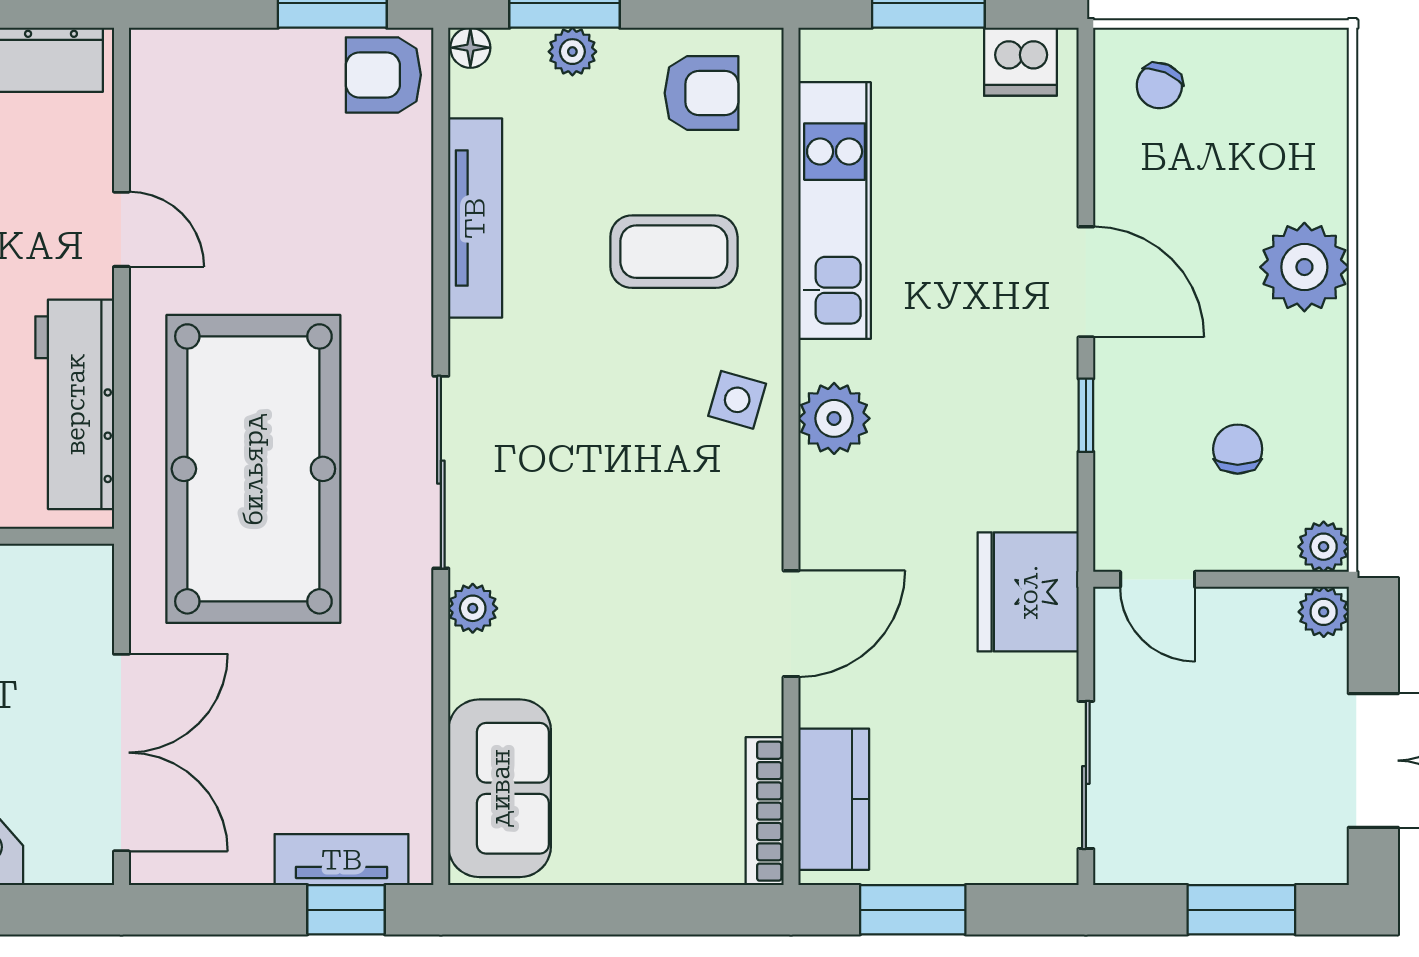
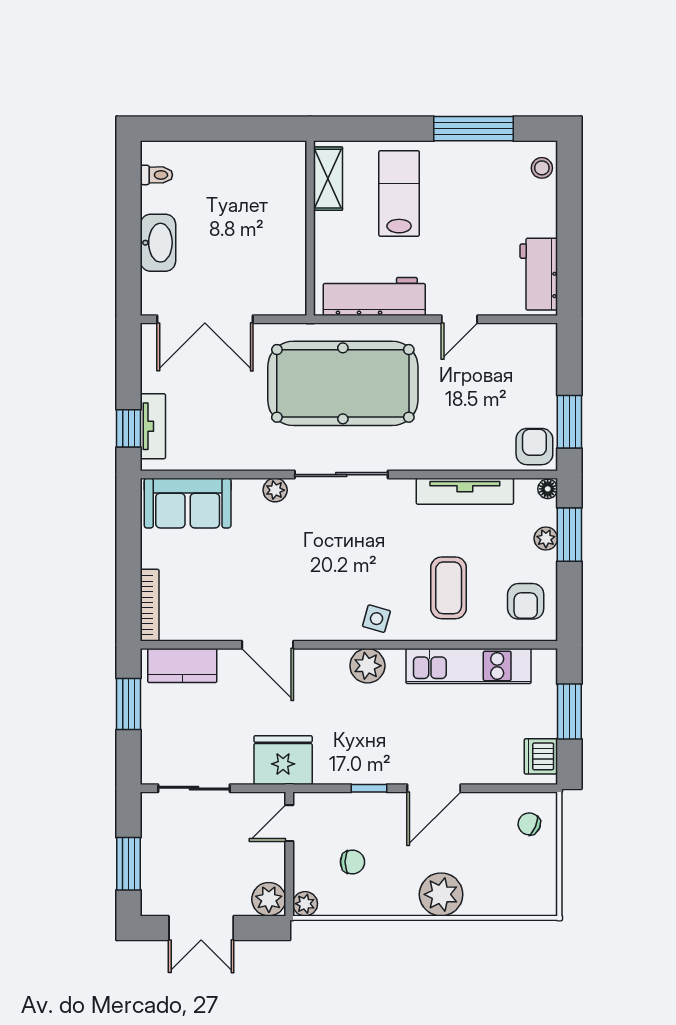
plant: (1324, 612) -> (269, 899), width x1.38, depth x1.38
bookcase: (765, 811) -> (150, 605), moved, turned 90

